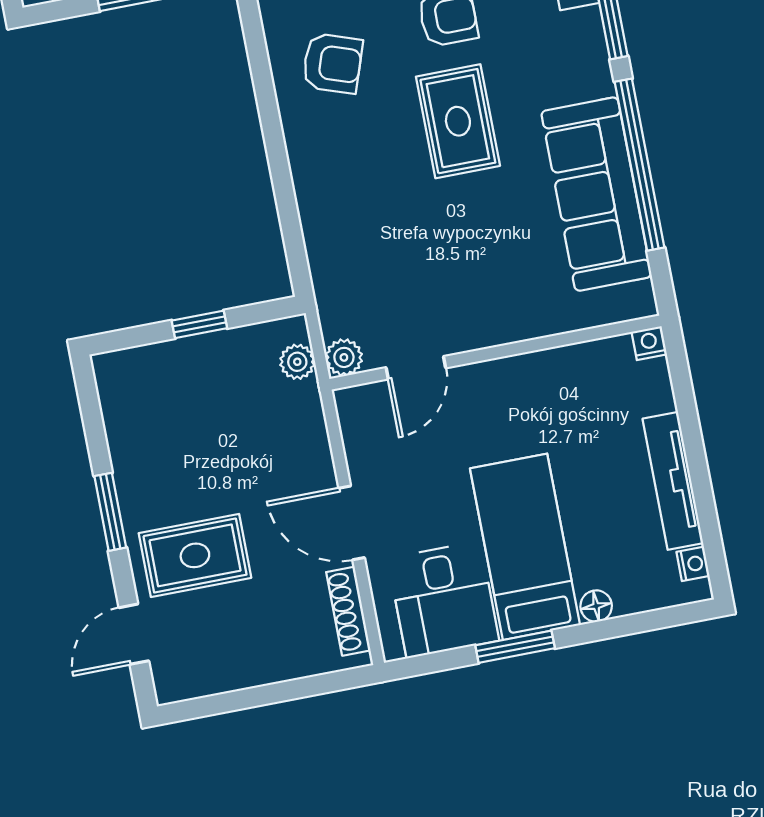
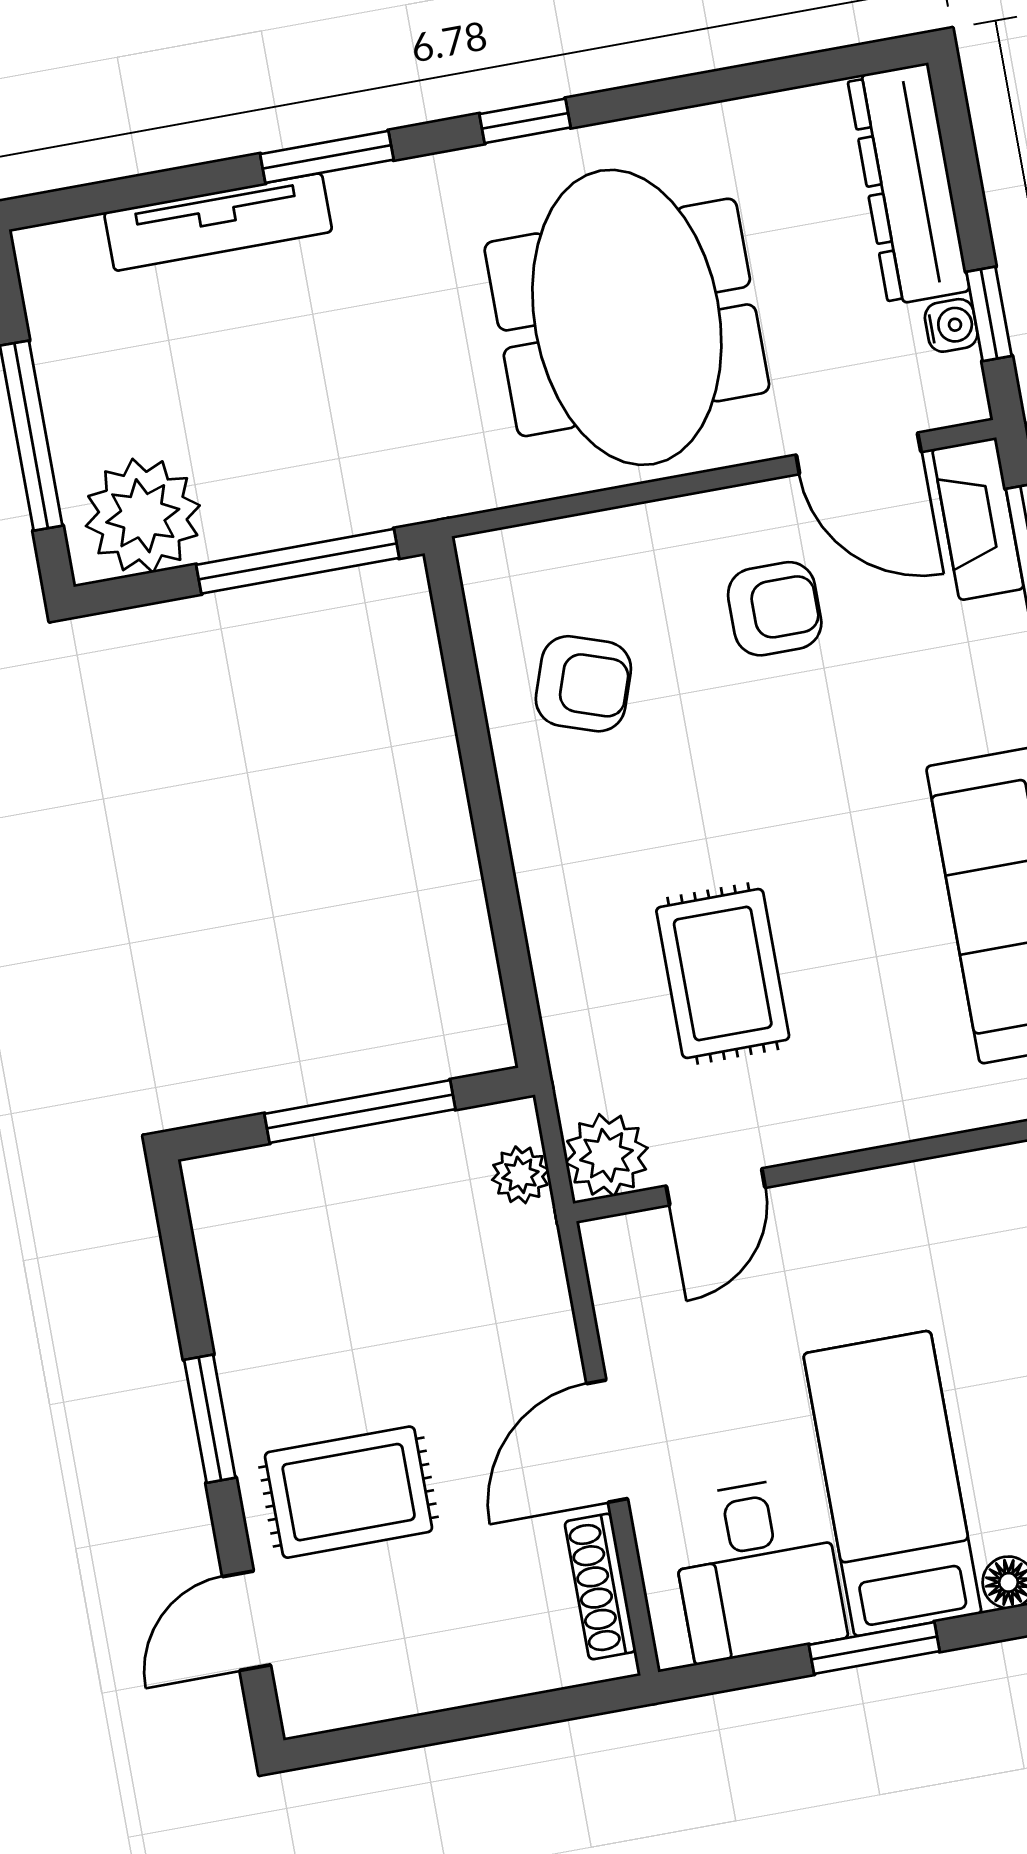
rug: (458, 121) -> (723, 974), moved
window: (199, 324) -> (360, 1111), width x2.17
plant: (344, 357) -> (607, 1155), width x1.38, depth x1.38
door: (352, 523) -> (607, 1441), hinge flipped

